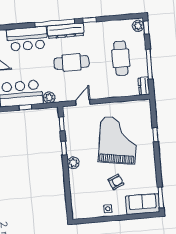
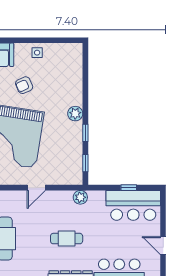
cafe table: (72, 62) -> (67, 239), width x0.73, depth x0.74
plant: (49, 98) -> (80, 197), moved
door: (83, 102) -> (36, 188), moved

